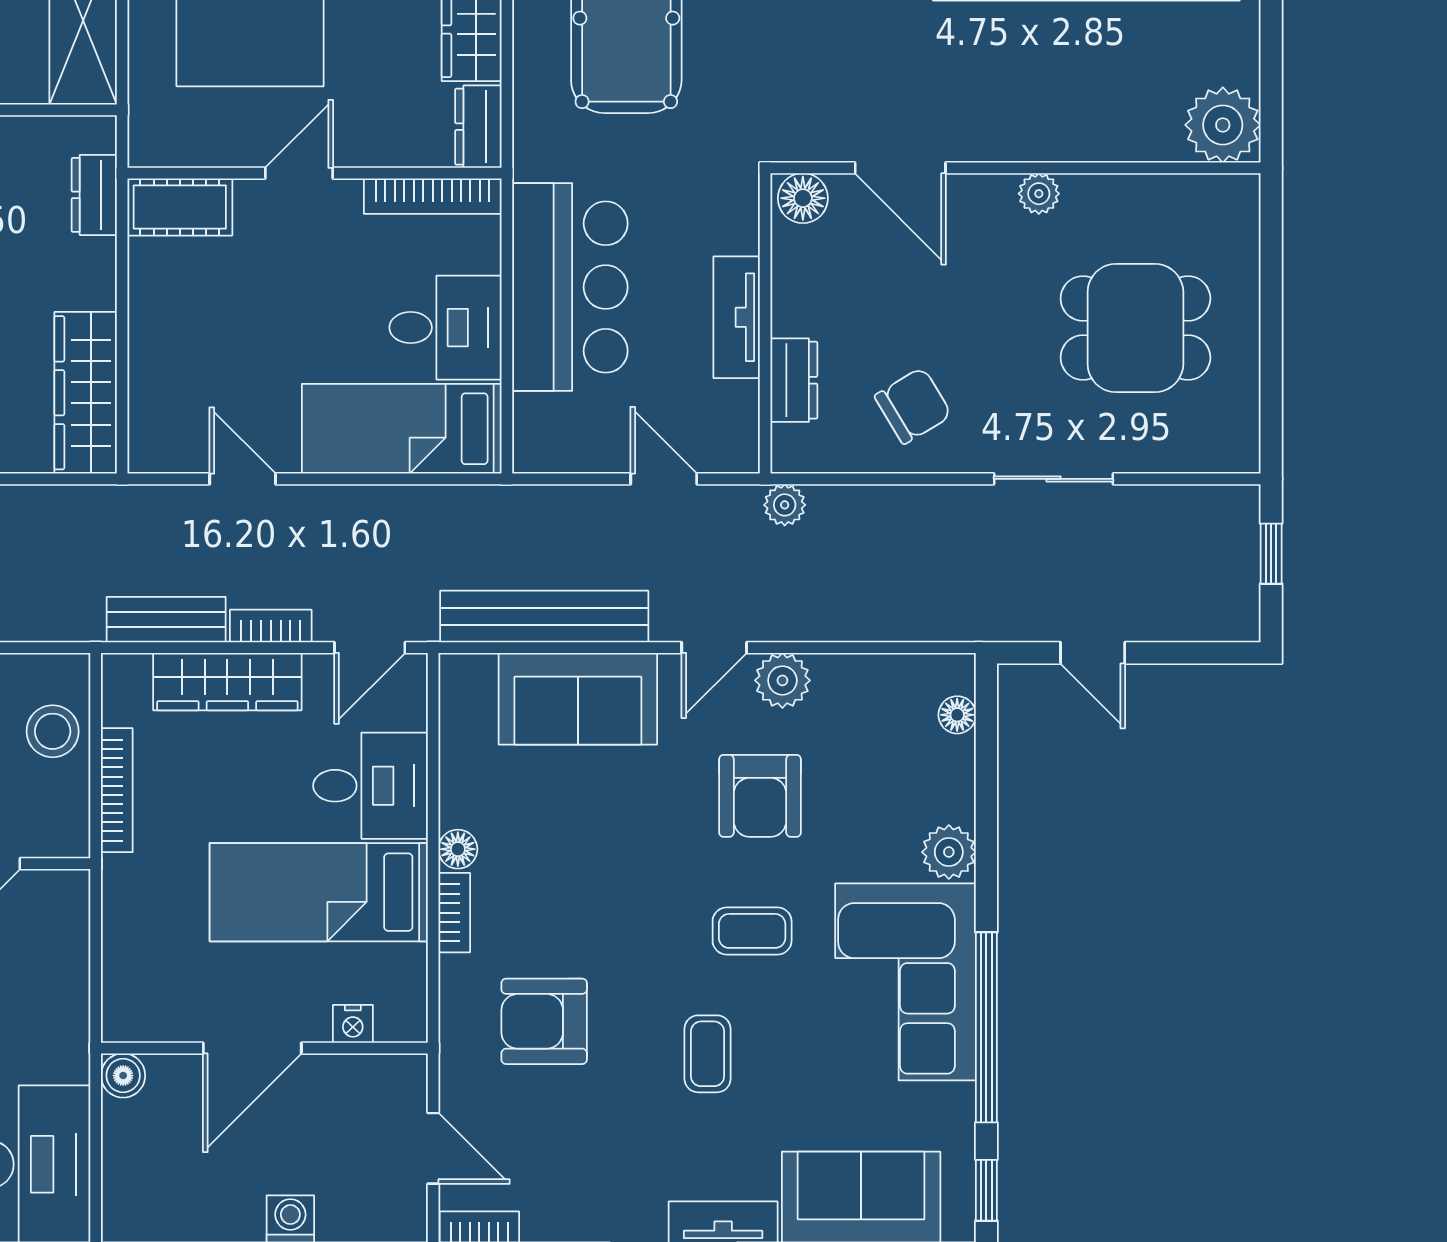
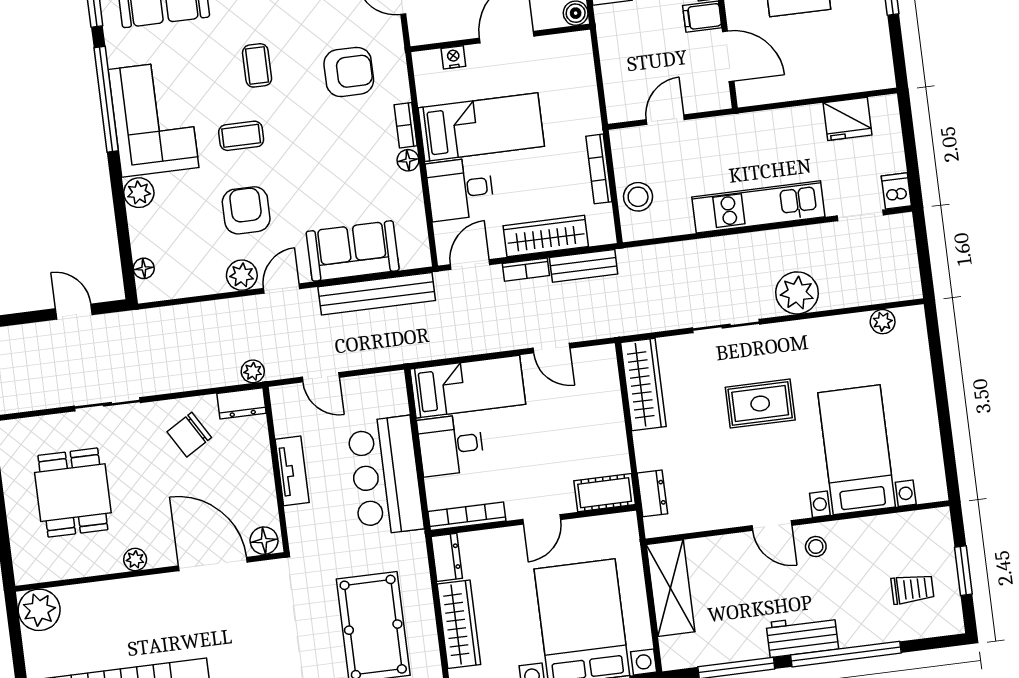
door: (900, 168) -> (213, 564), width x1.36
dining table: (1135, 328) -> (73, 493), turned 90
dresser: (794, 380) -> (241, 403), moved, turned -90

